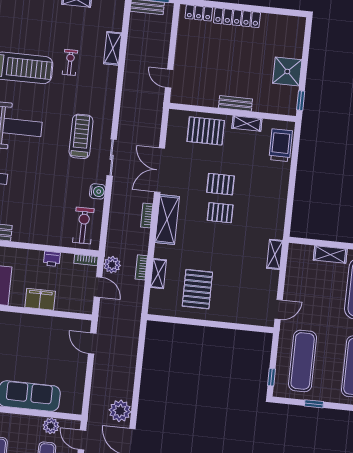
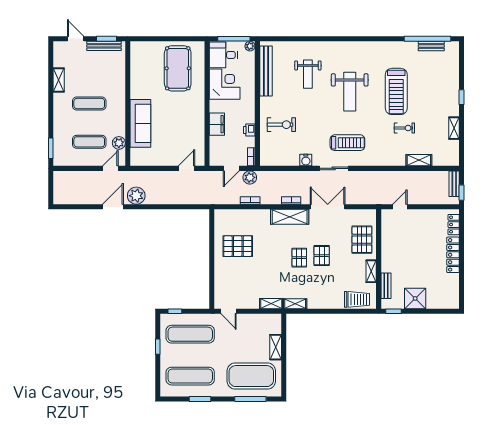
bench: (235, 103) -> (386, 286), moved
exercise bike: (83, 226) -> (281, 125), moved
shelving: (158, 274) -> (295, 304), moved

